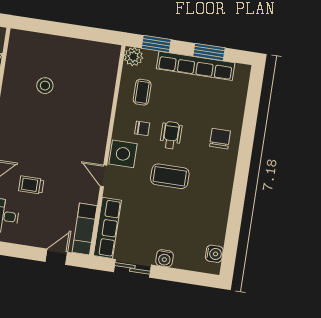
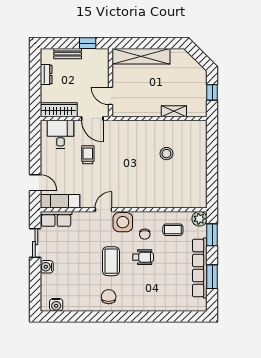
chair: (220, 139) -> (109, 297), moved, turned -90
row of seats: (107, 228) -> (56, 219), width x0.68

